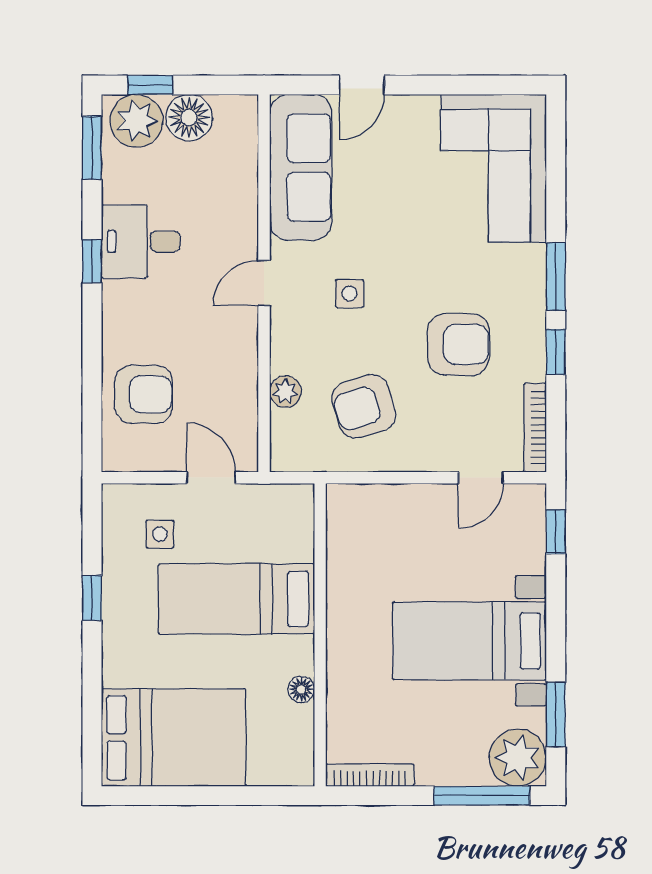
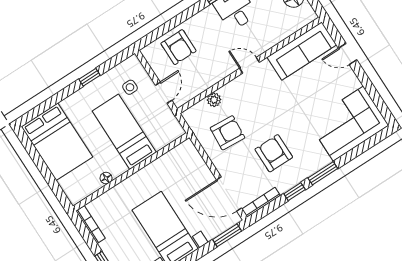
side table: (350, 293) -> (266, 100), removed
armchair: (459, 344) -> (274, 153), turned 180
armchair: (364, 406) -> (227, 133), turned 111
door: (481, 478) -> (229, 194), width x1.88
window: (556, 532) -> (227, 235), width x1.50

